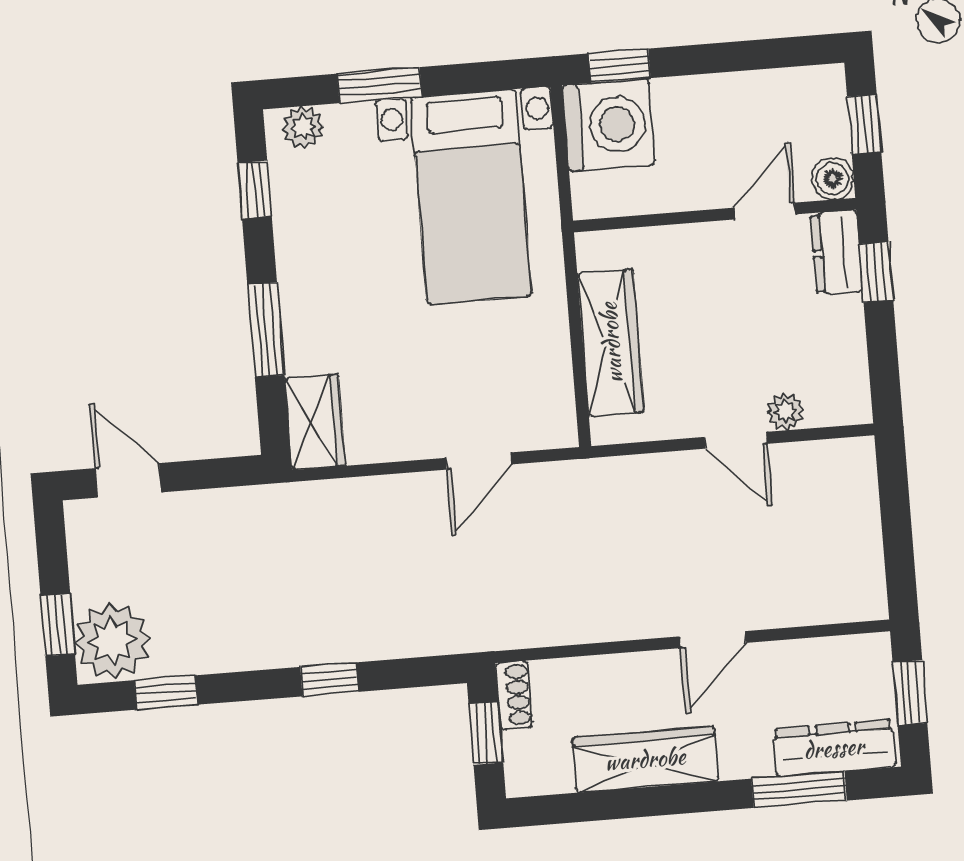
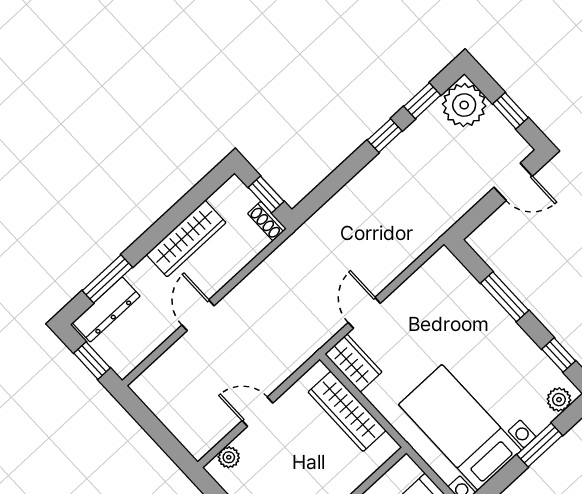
plant: (785, 412) -> (229, 457), moved
wardrobe: (315, 422) -> (353, 363), moved, turned 180
window: (58, 625) -> (510, 111), moved
window: (329, 679) -> (385, 136), moved

